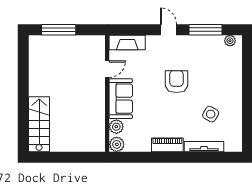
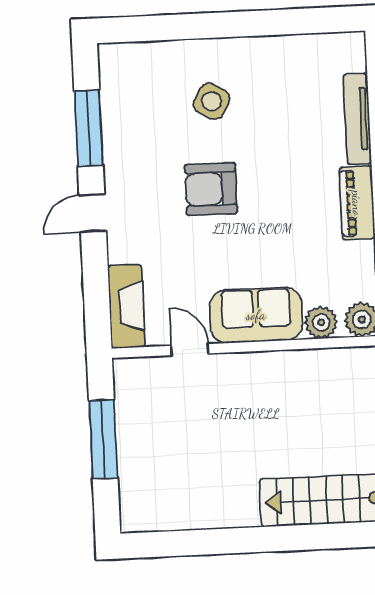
window: (59, 30) -> (103, 439), moved
plant: (230, 41) -> (111, 71), removed
side table: (211, 114) -> (212, 101), moved

